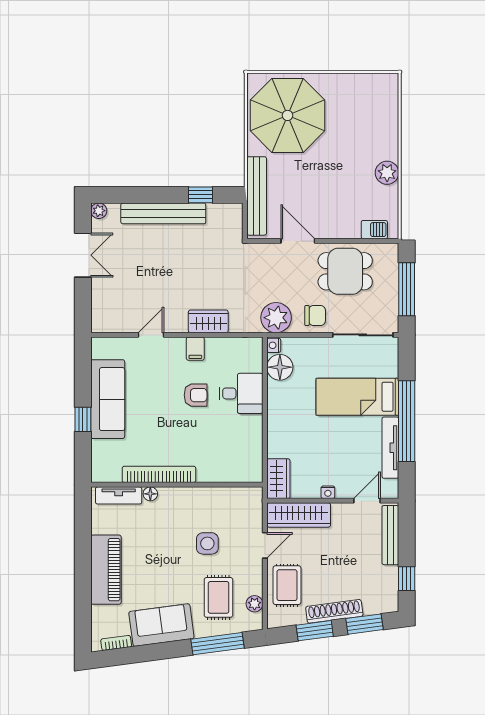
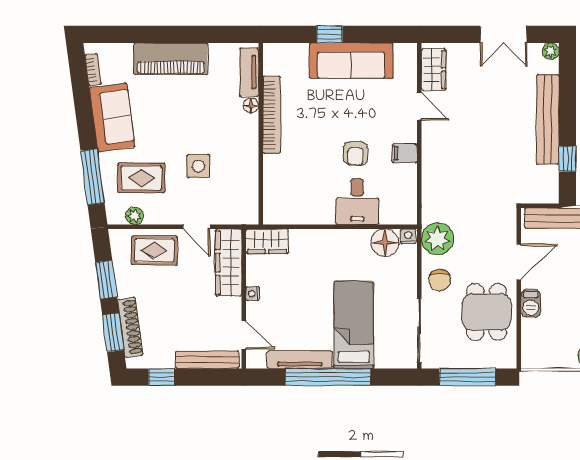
barbecue: (374, 230) -> (531, 303), moved
wardrobe: (208, 321) -> (434, 70), moved
shoe rack: (334, 611) -> (130, 327), moved

